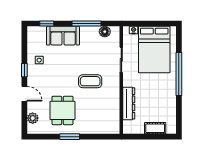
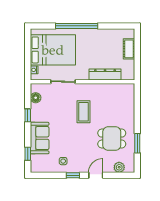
window: (86, 24) -> (28, 115), width x0.46
window: (70, 137) -> (137, 143), moved

